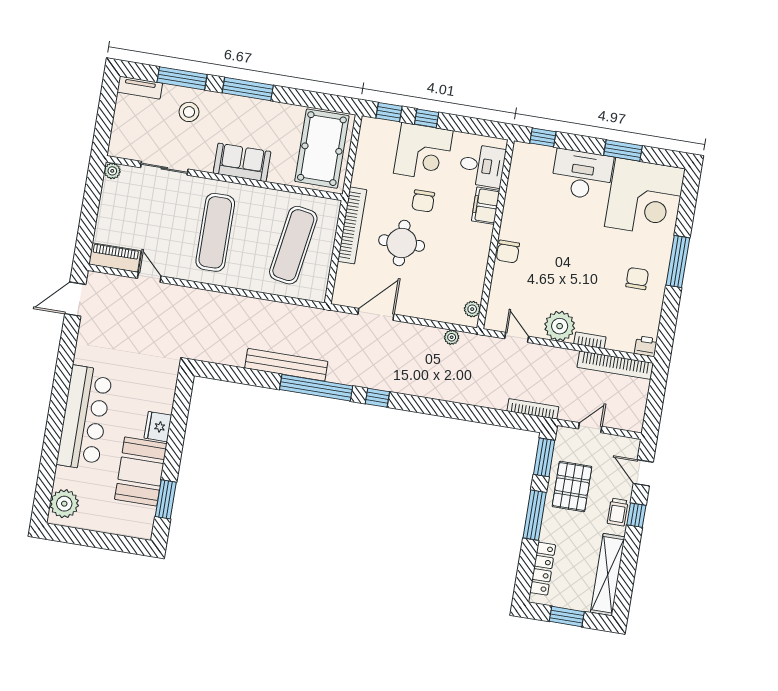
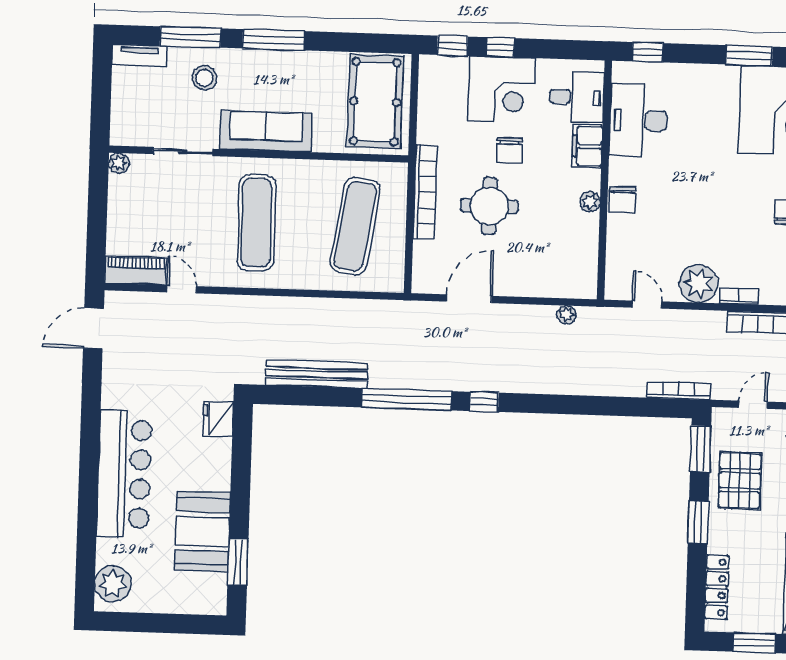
sofa: (242, 162) -> (266, 131), width x1.36
desk: (582, 175) -> (638, 120), moved, turned -90
plant: (472, 309) -> (590, 202), moved
bench: (286, 365) -> (317, 374), moved
fridge: (158, 427) -> (218, 419), moved
window: (535, 515) -> (698, 522), width x0.69

